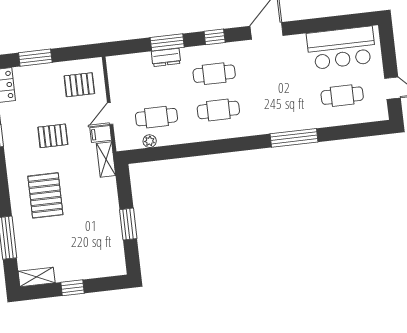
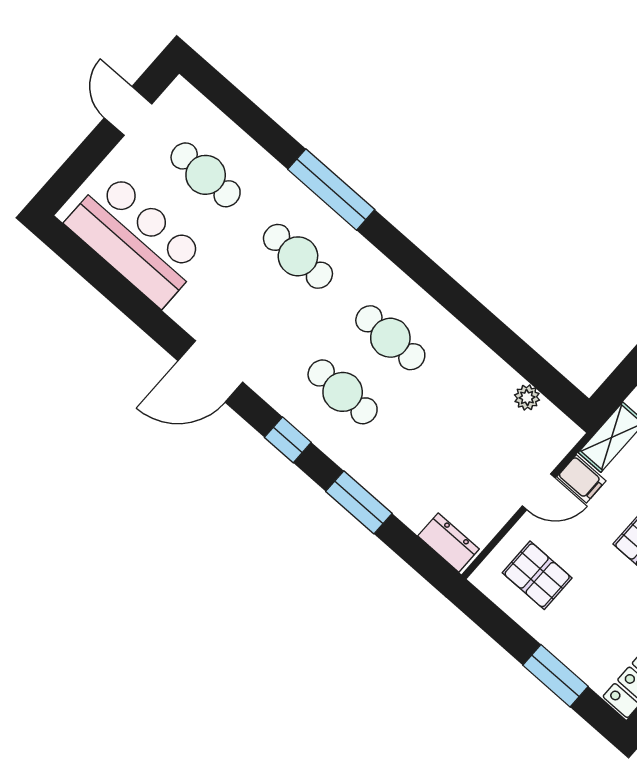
dresser: (166, 57) -> (449, 543), moved
cafe table: (156, 117) -> (298, 256), moved

